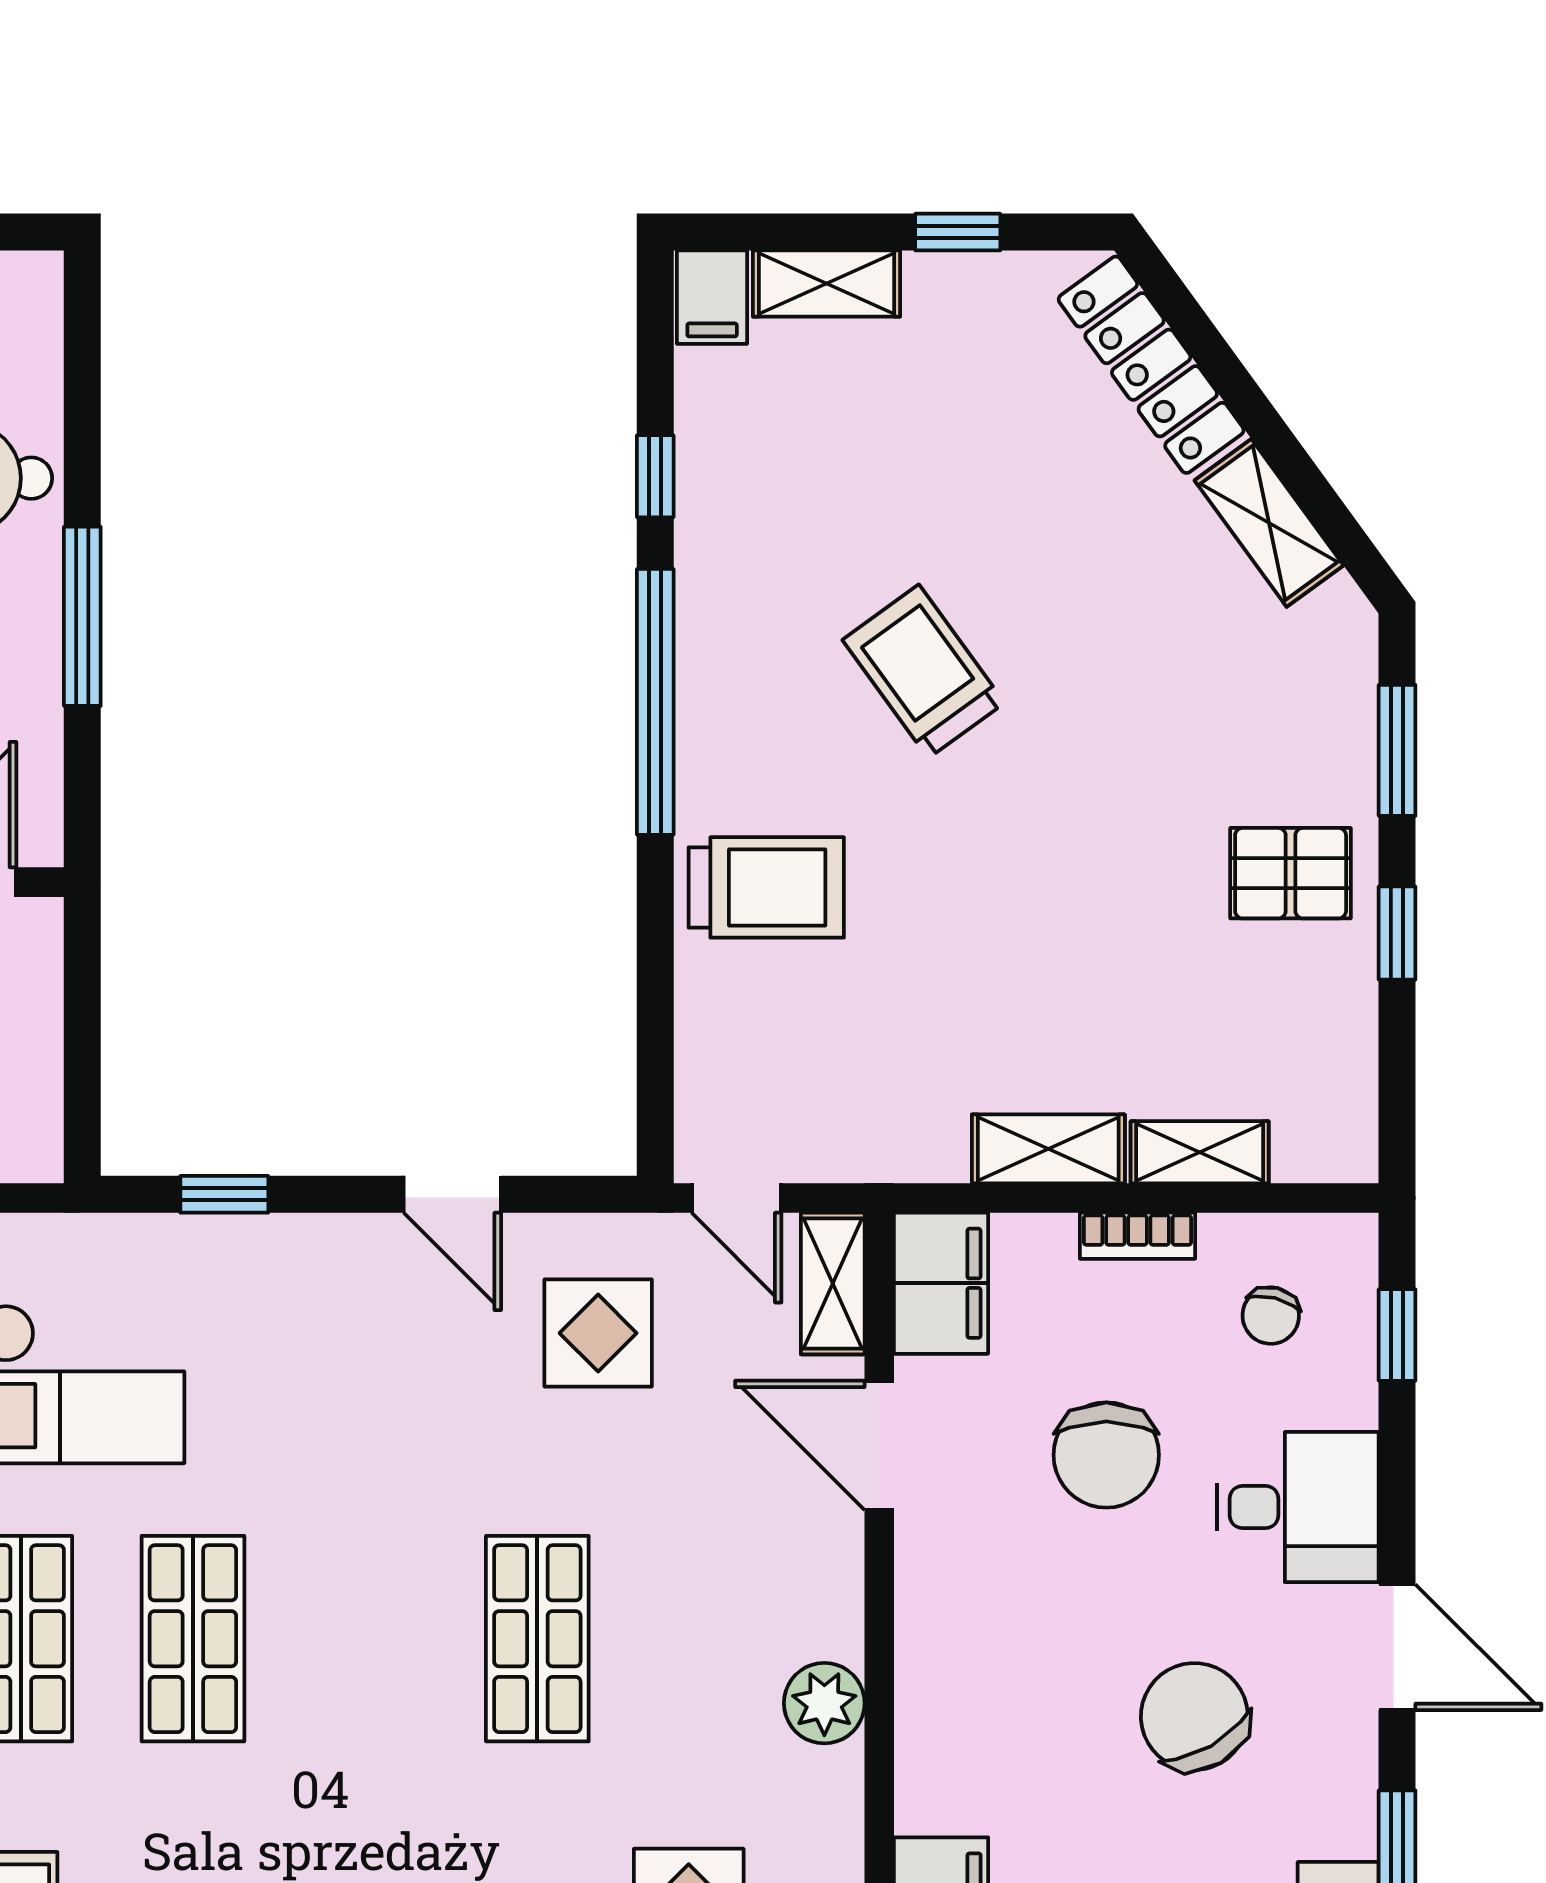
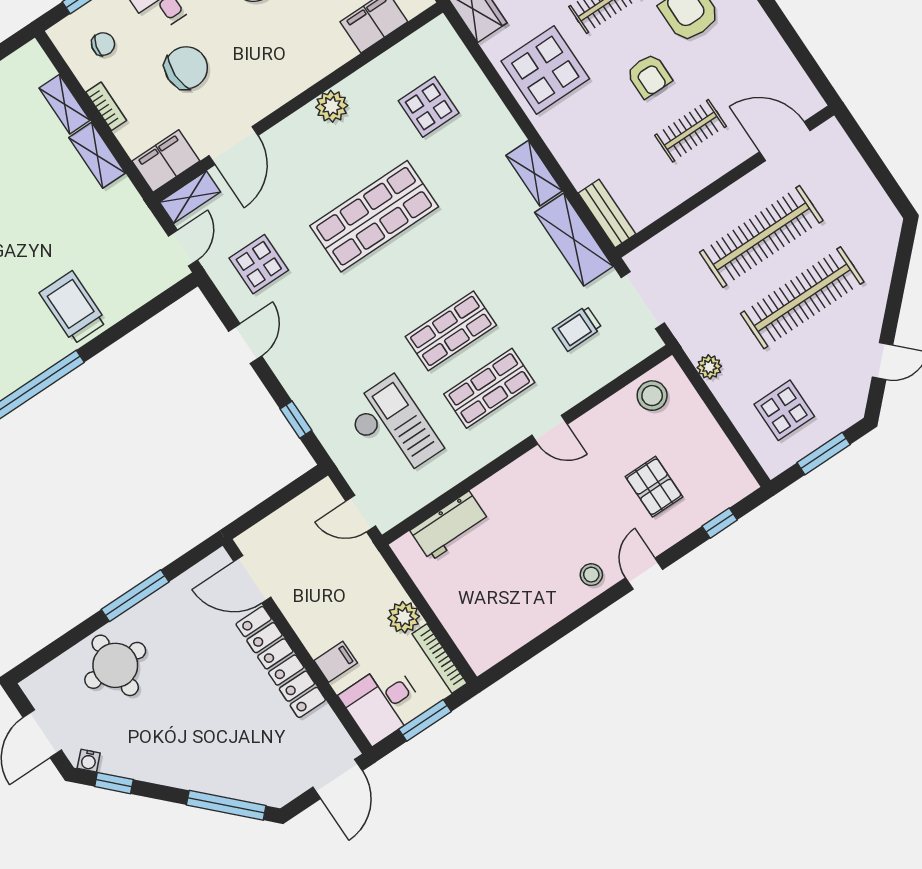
shop shelf: (537, 1639) -> (374, 216), width x1.43, depth x1.36

